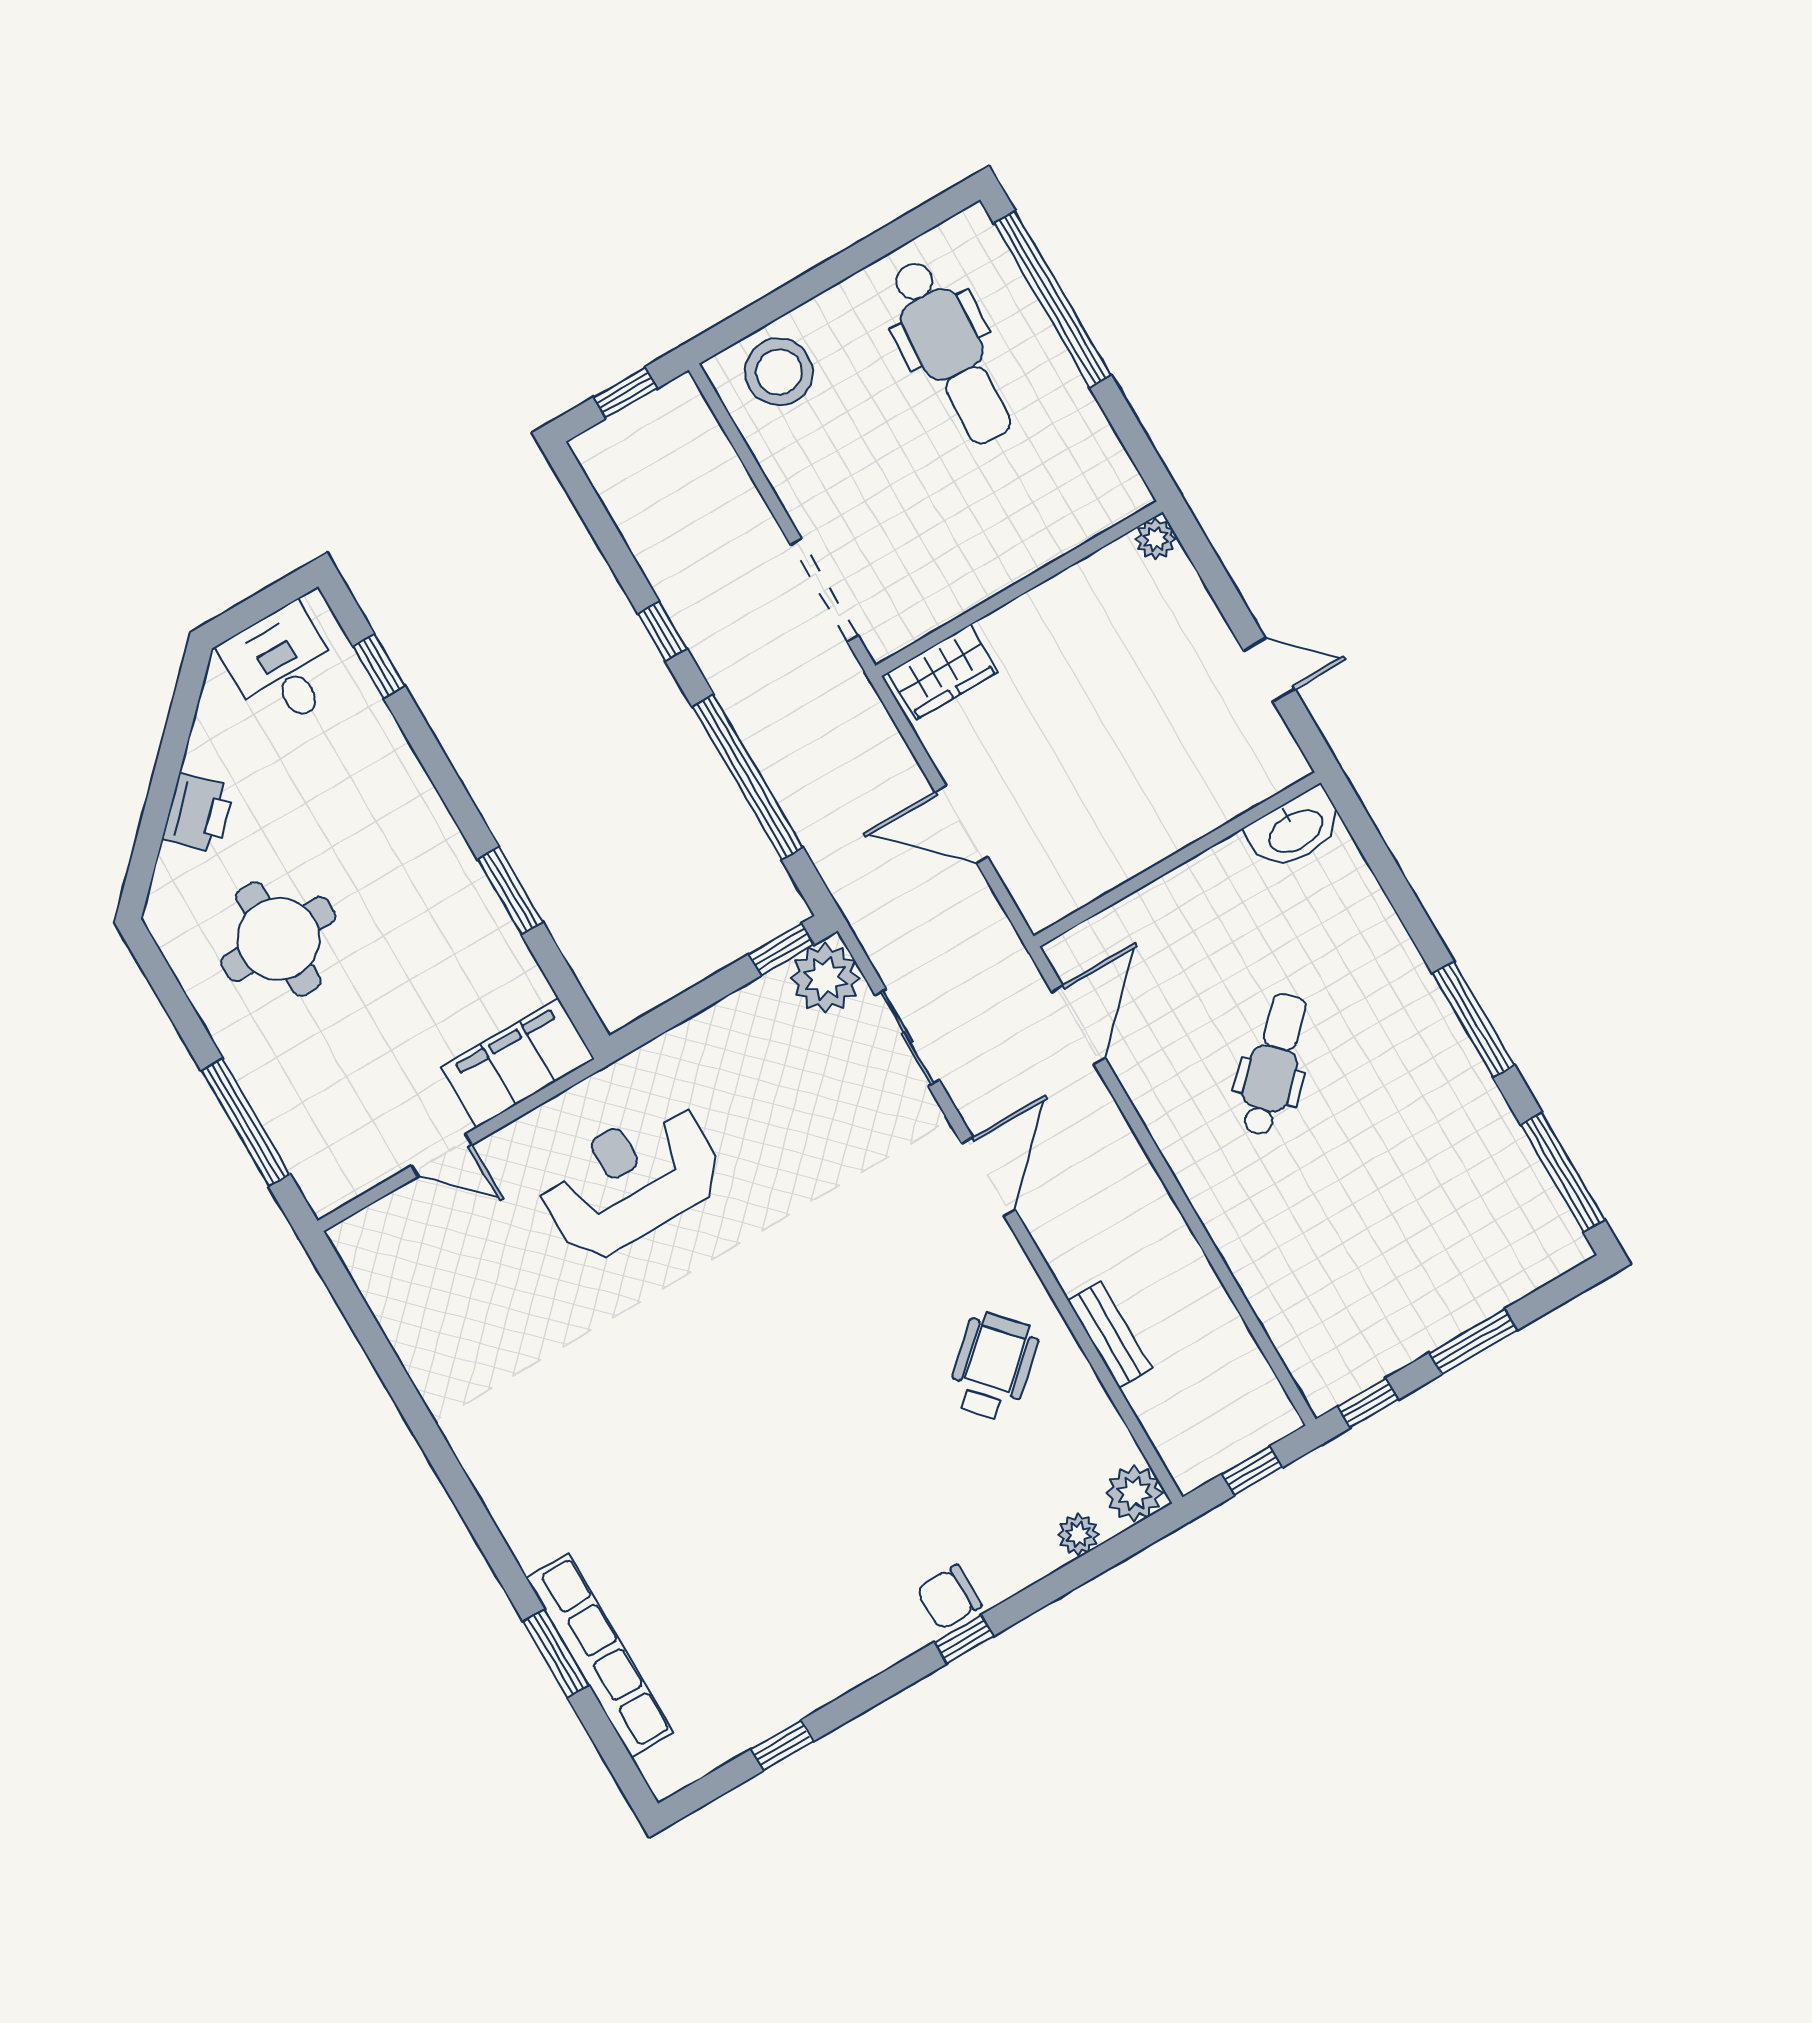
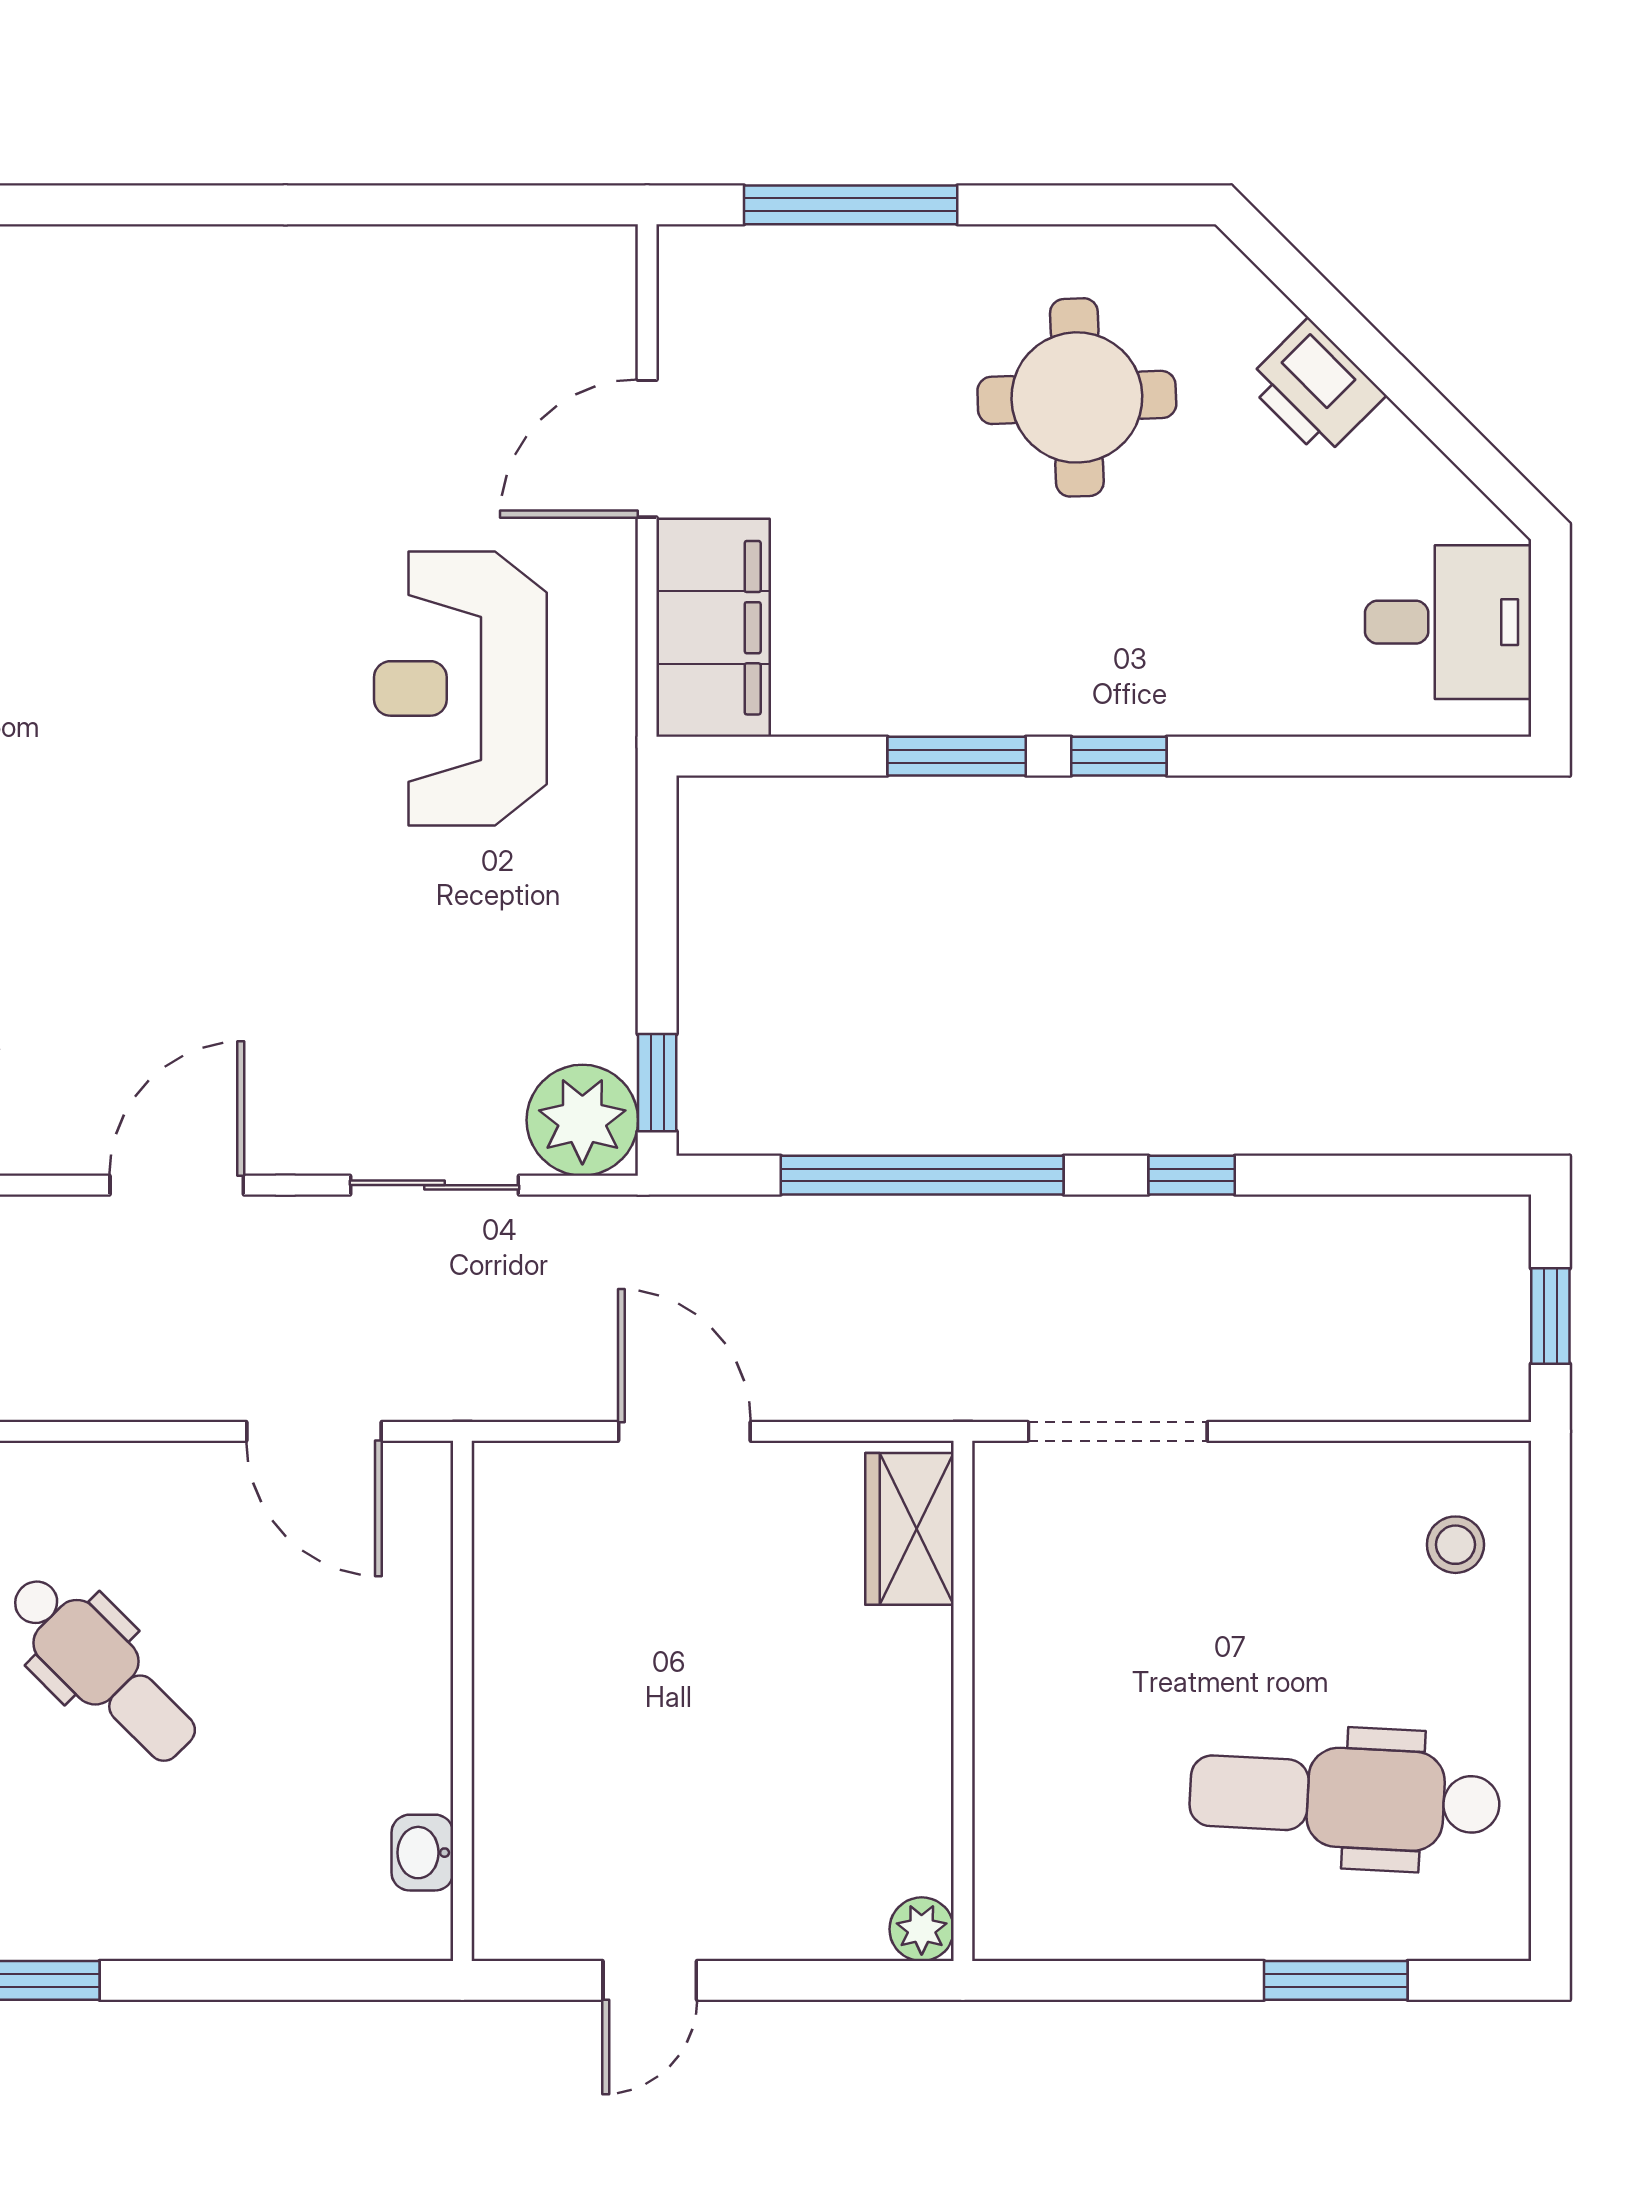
window: (1052, 299) -> (1336, 1980), width x0.47
stool: (779, 372) -> (1455, 1545), width x0.53, depth x0.53
window: (379, 666) -> (1119, 756), moved
door: (961, 825) -> (684, 1431), hinge flipped
washbasin: (1295, 830) -> (422, 1853), width x0.52, depth x0.69
door: (442, 1155) -> (647, 449), width x1.37
door: (988, 1177) -> (177, 1185), swing flipped
reception desk: (630, 1180) -> (460, 688), turned 180

